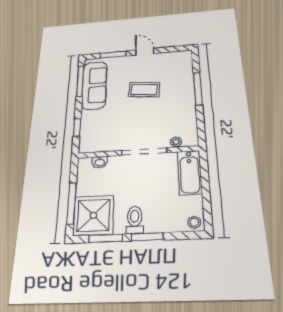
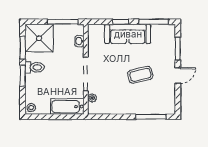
sofa: (94, 85) -> (128, 34), moved
coffee table: (144, 89) -> (140, 75), turned 71
window: (198, 89) -> (151, 117), moved
window: (77, 127) -> (121, 22), moved
window: (72, 203) -> (63, 22), moved

